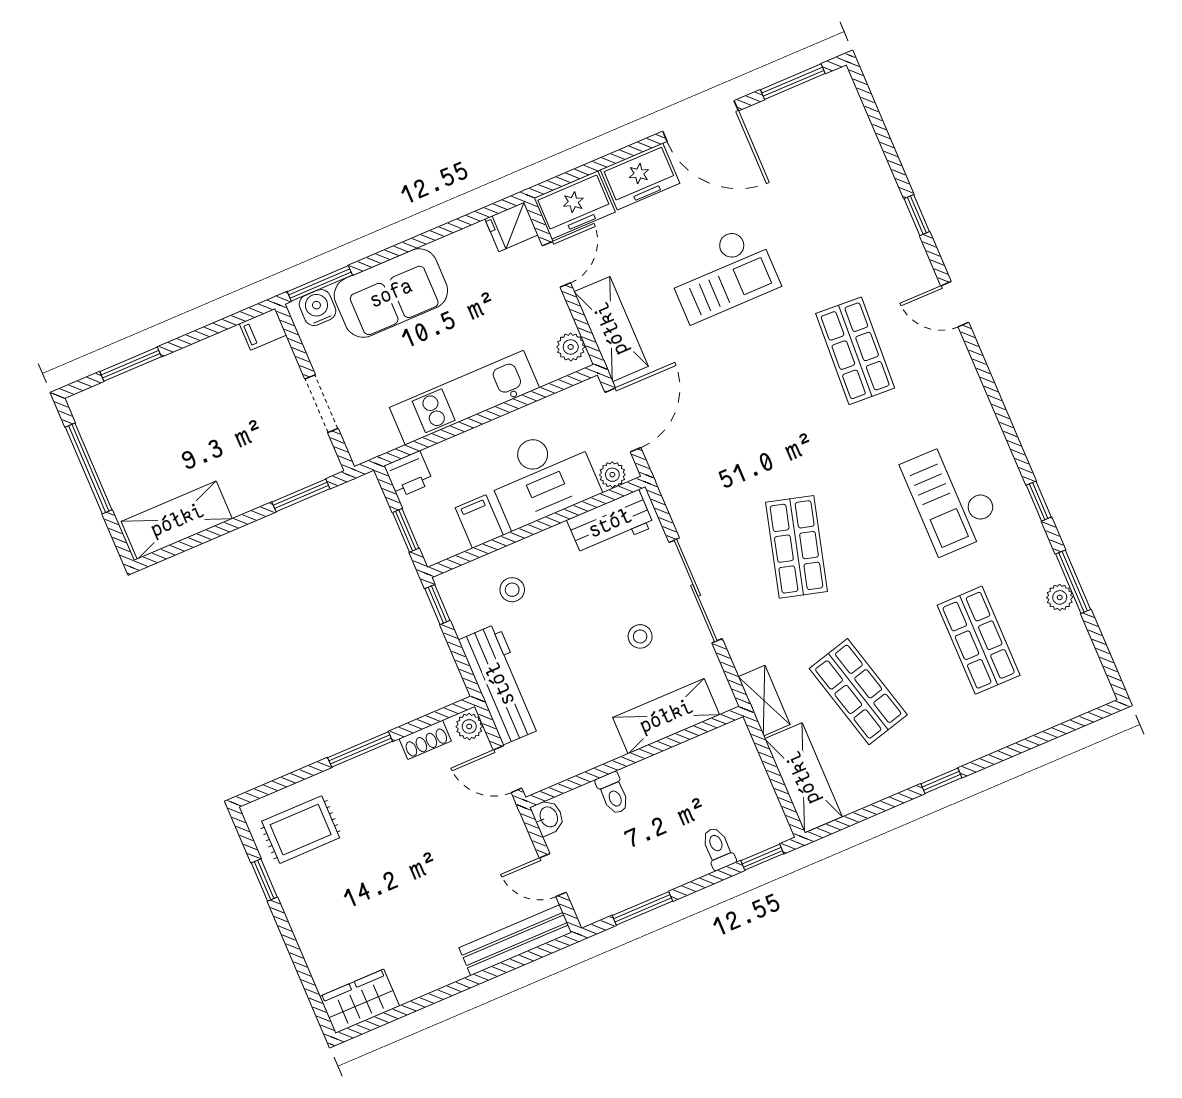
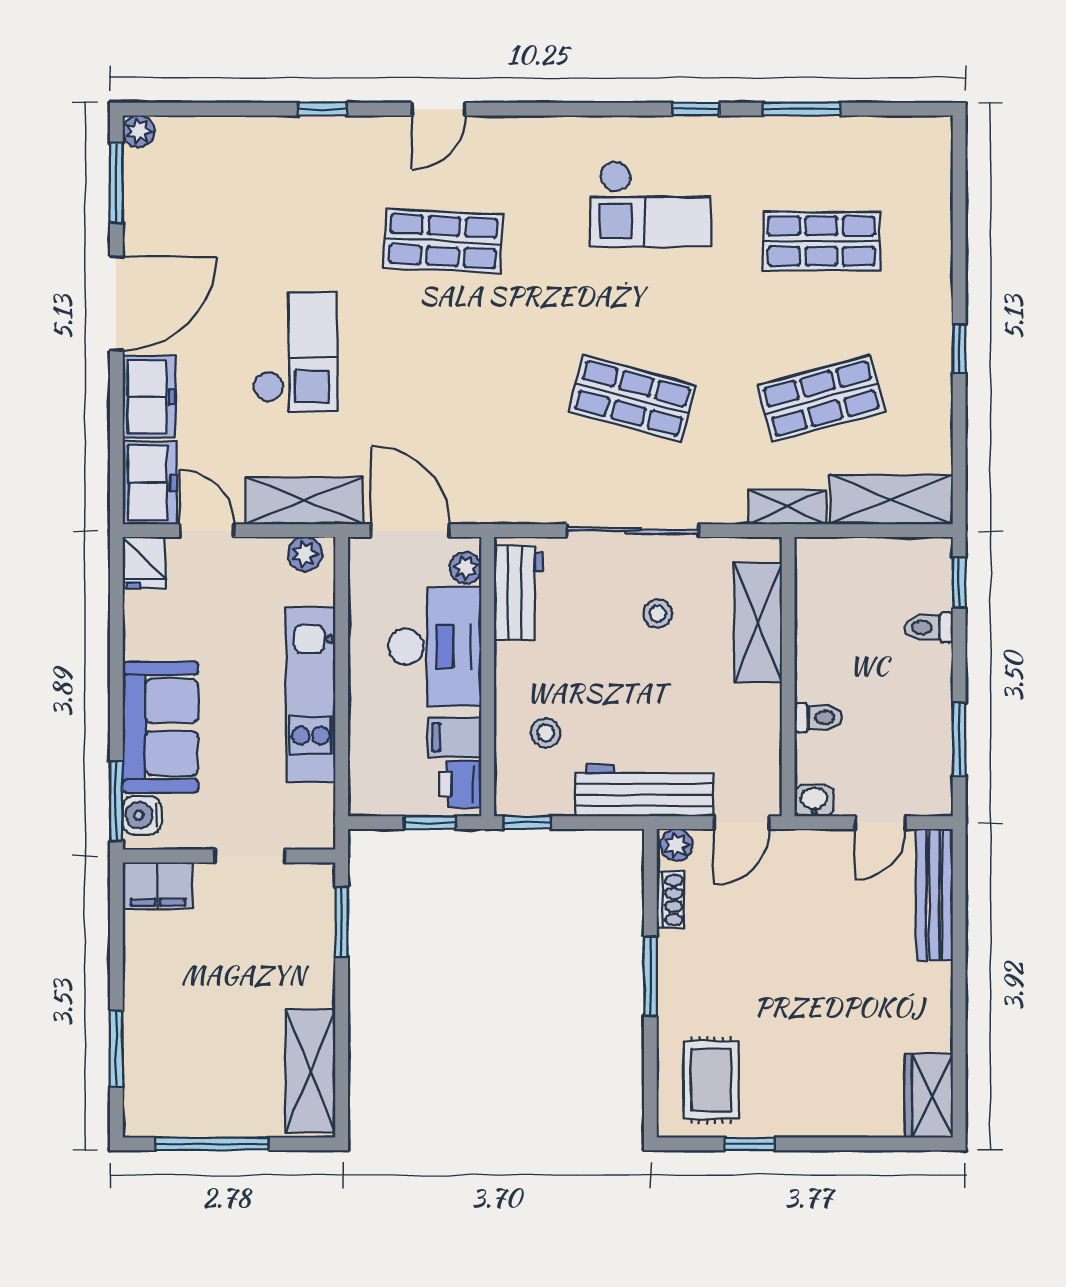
filing cabinet: (263, 329) -> (158, 886), width x2.00
printer: (409, 474) -> (460, 784), moved, turned 180
plant: (1060, 597) -> (139, 131), moved

